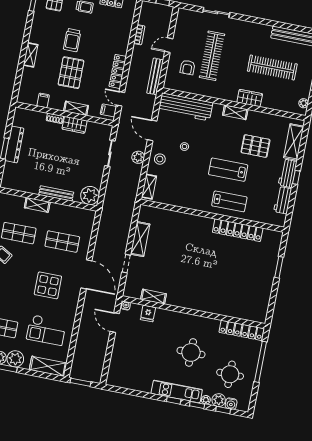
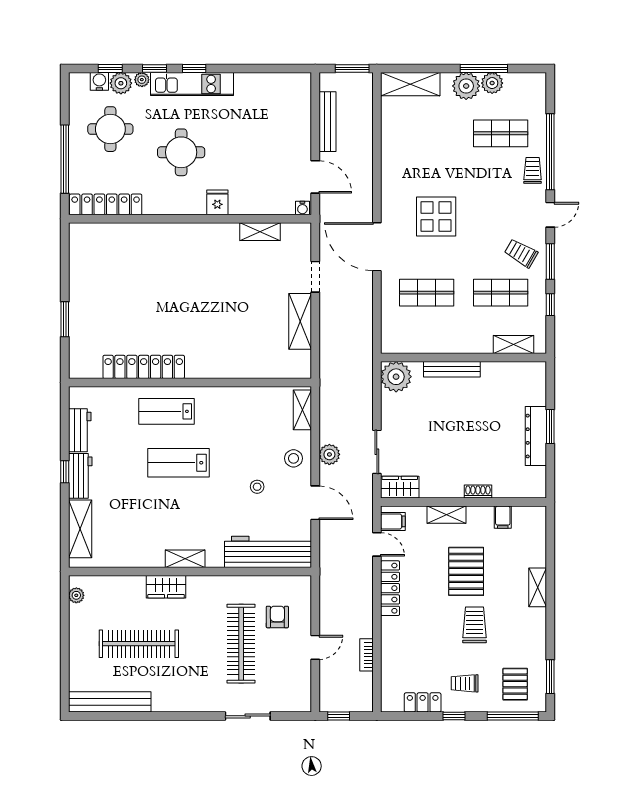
bench: (155, 76) -> (327, 122), moved
wardrobe: (75, 125) -> (400, 487), moved
pallet: (255, 146) -> (141, 510), removed
lab bench: (228, 170) -> (179, 463), turned 180
shelving: (37, 205) -> (513, 345), moved
fridge: (148, 313) -> (217, 202), moved
checkout: (46, 330) -> (424, 143), removed

